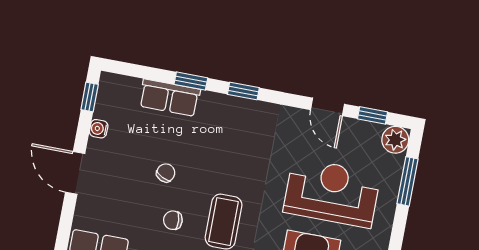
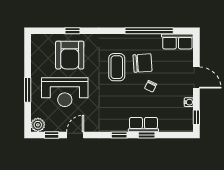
row of seats: (170, 98) -> (143, 125), moved
door: (328, 107) -> (75, 135), hinge flipped
window: (407, 181) -> (28, 90), moved
chair: (173, 220) -> (142, 63), width x1.87, depth x1.87

